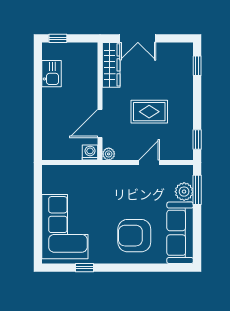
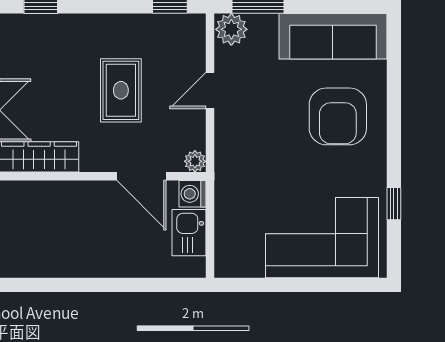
kitchen sink: (52, 74) -> (189, 233), moved, turned -90
door: (149, 162) -> (210, 90), hinge flipped
plant: (184, 192) -> (231, 29), moved

